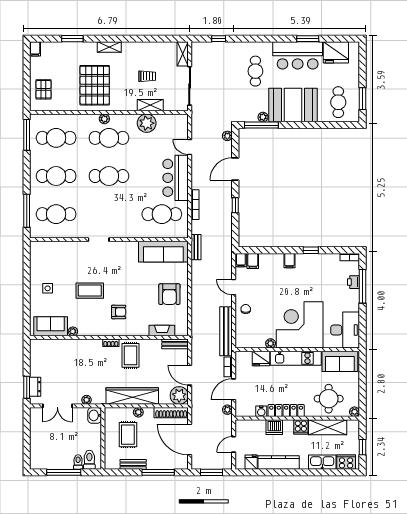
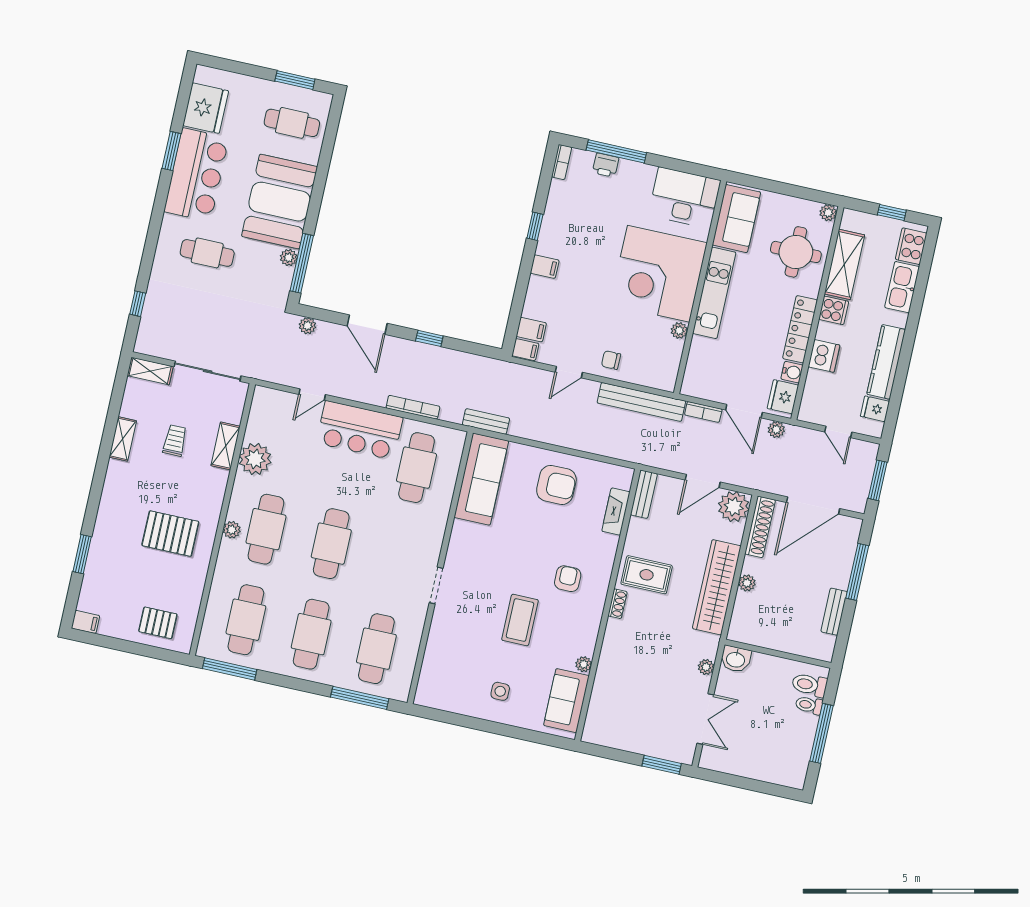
shelving: (109, 47) -> (123, 439), moved
pallet: (95, 85) -> (170, 534), width x0.73, depth x0.71
fridge: (261, 358) -> (783, 397), moved, turned 180
dresser: (35, 387) -> (664, 750), removed
rug: (128, 435) -> (781, 609), removed

